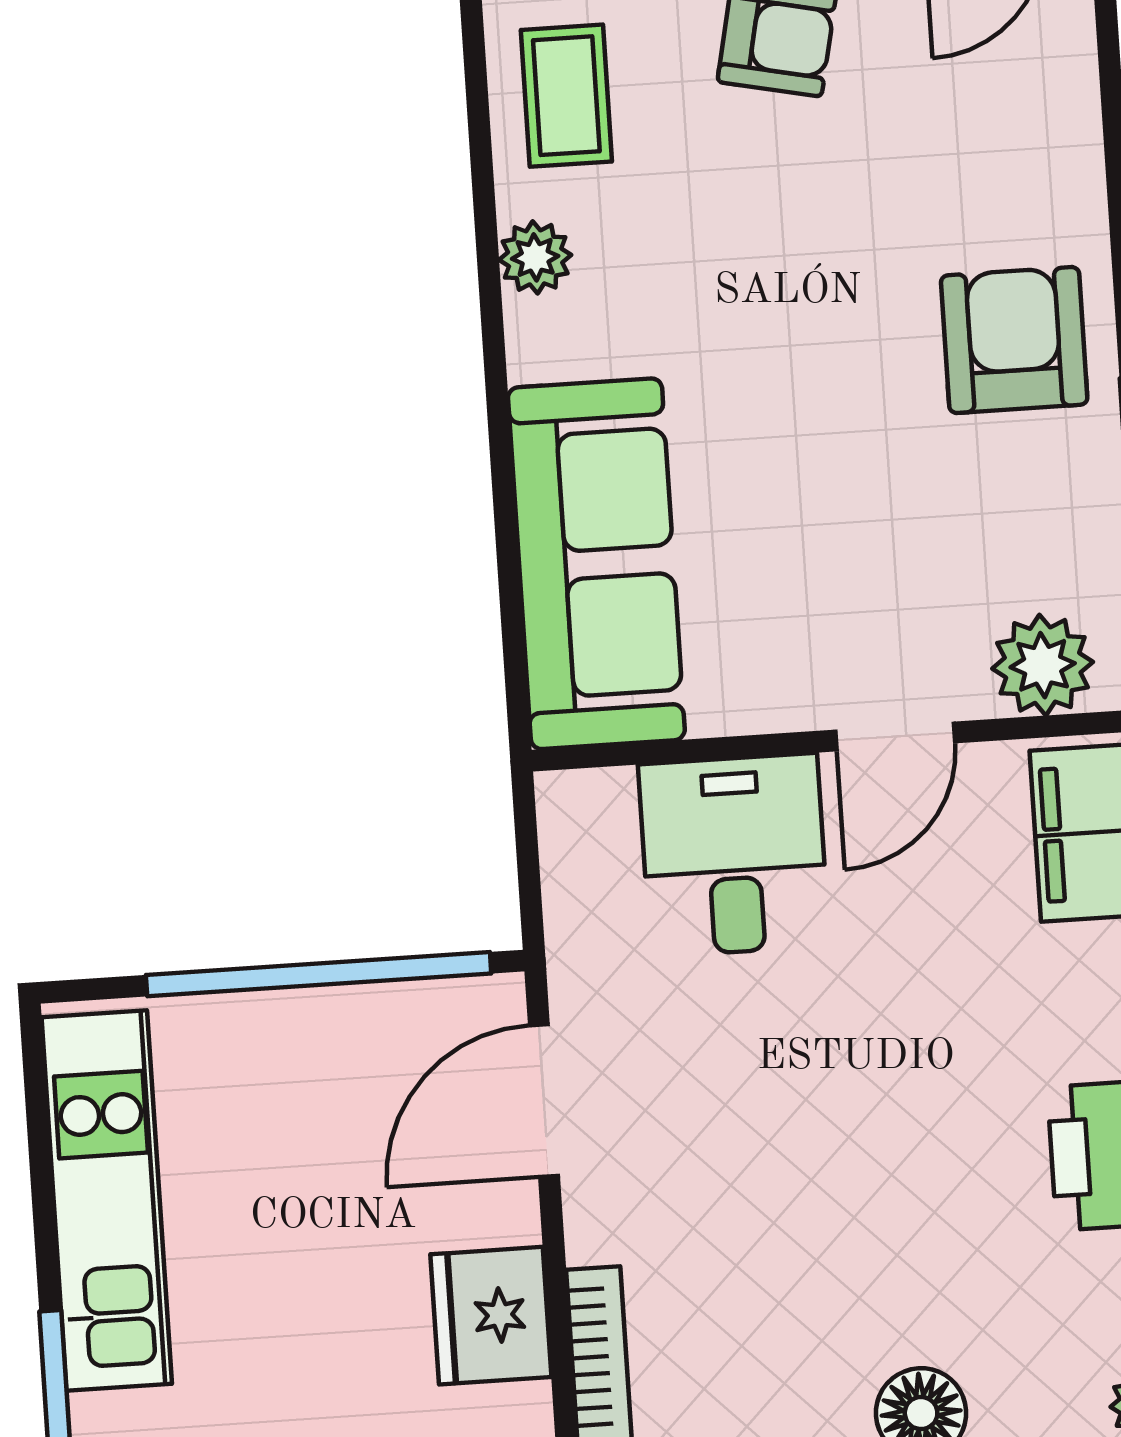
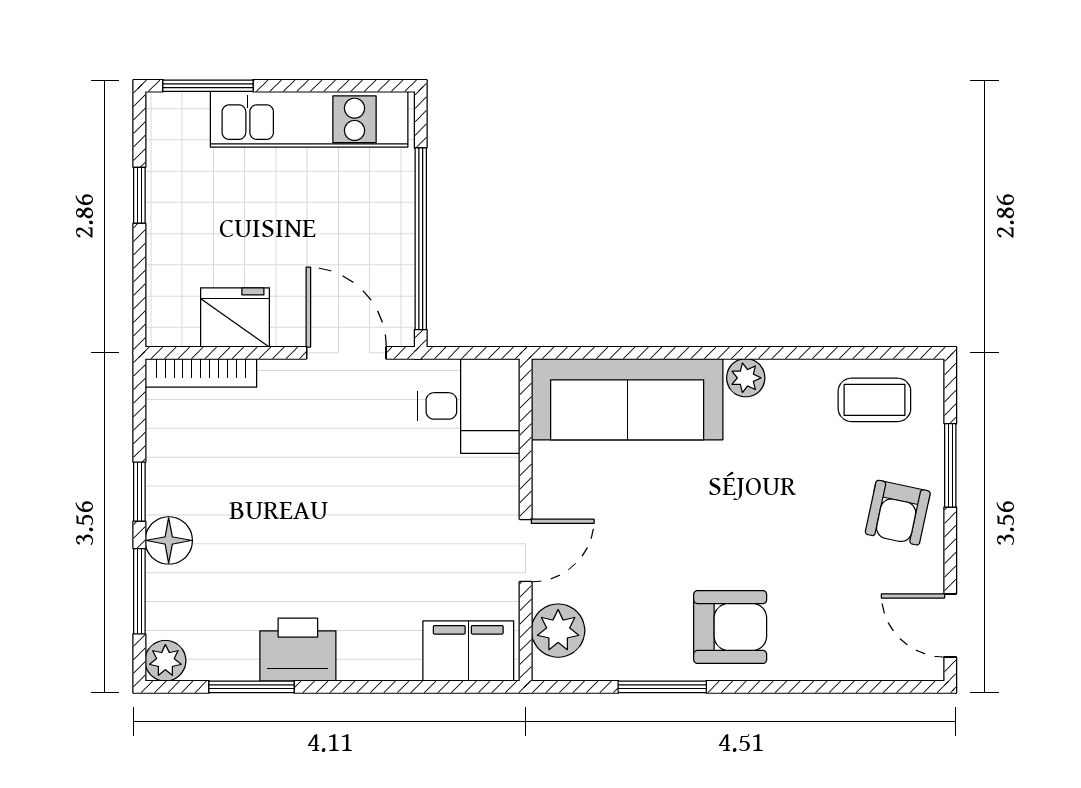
plant: (535, 257) -> (746, 378), moved
door: (895, 737) -> (526, 551), swing flipped
desk: (734, 855) -> (469, 406), moved

